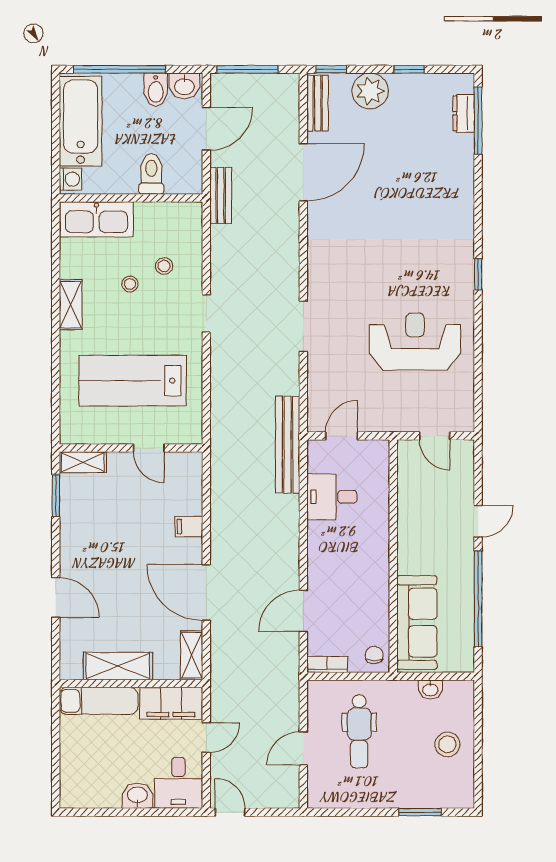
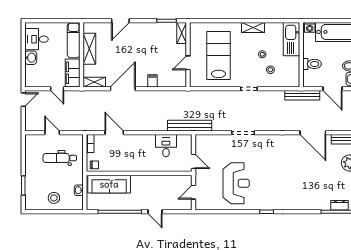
bench: (221, 195) -> (302, 95), width x1.36
door: (341, 436) -> (194, 161), moved
desk: (178, 783) -> (37, 39), moved

